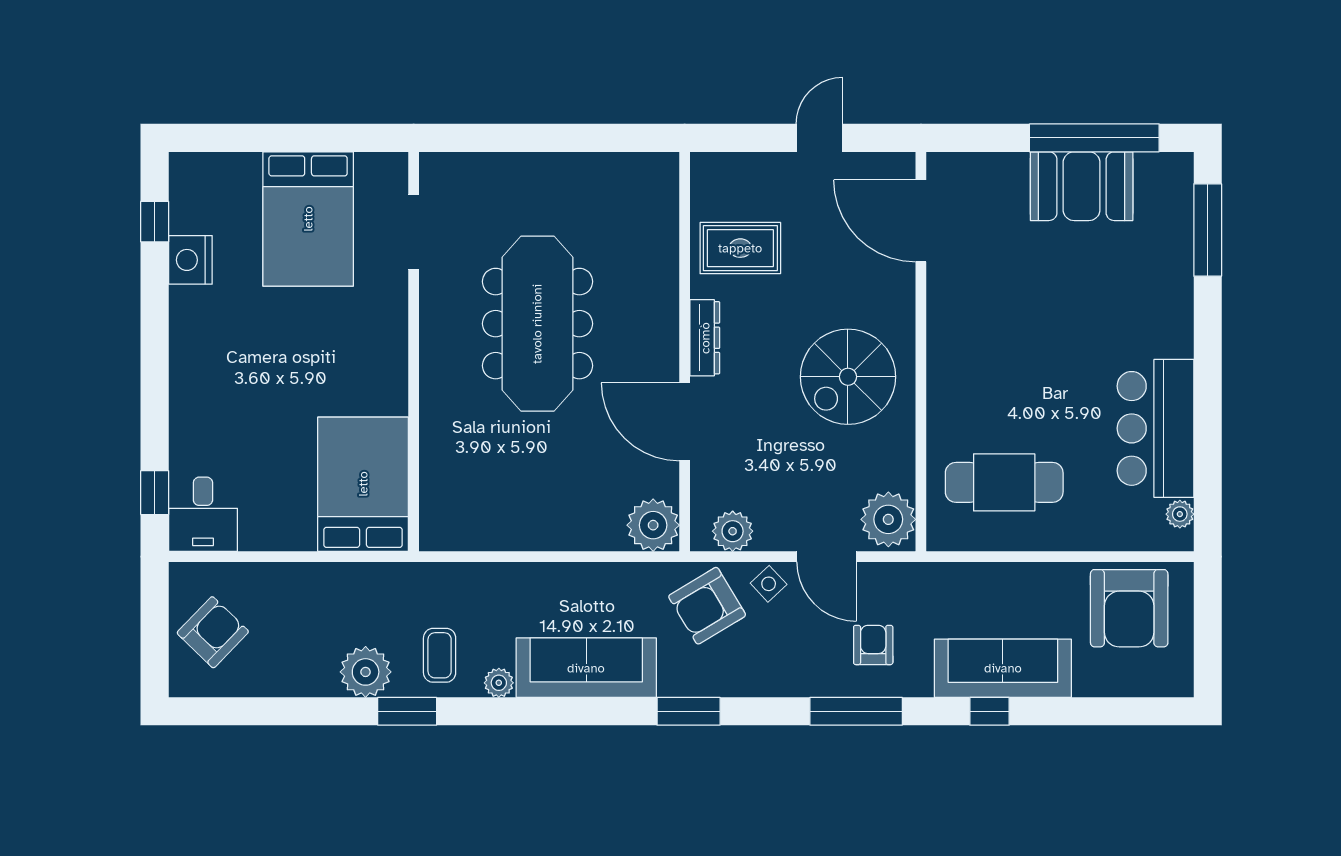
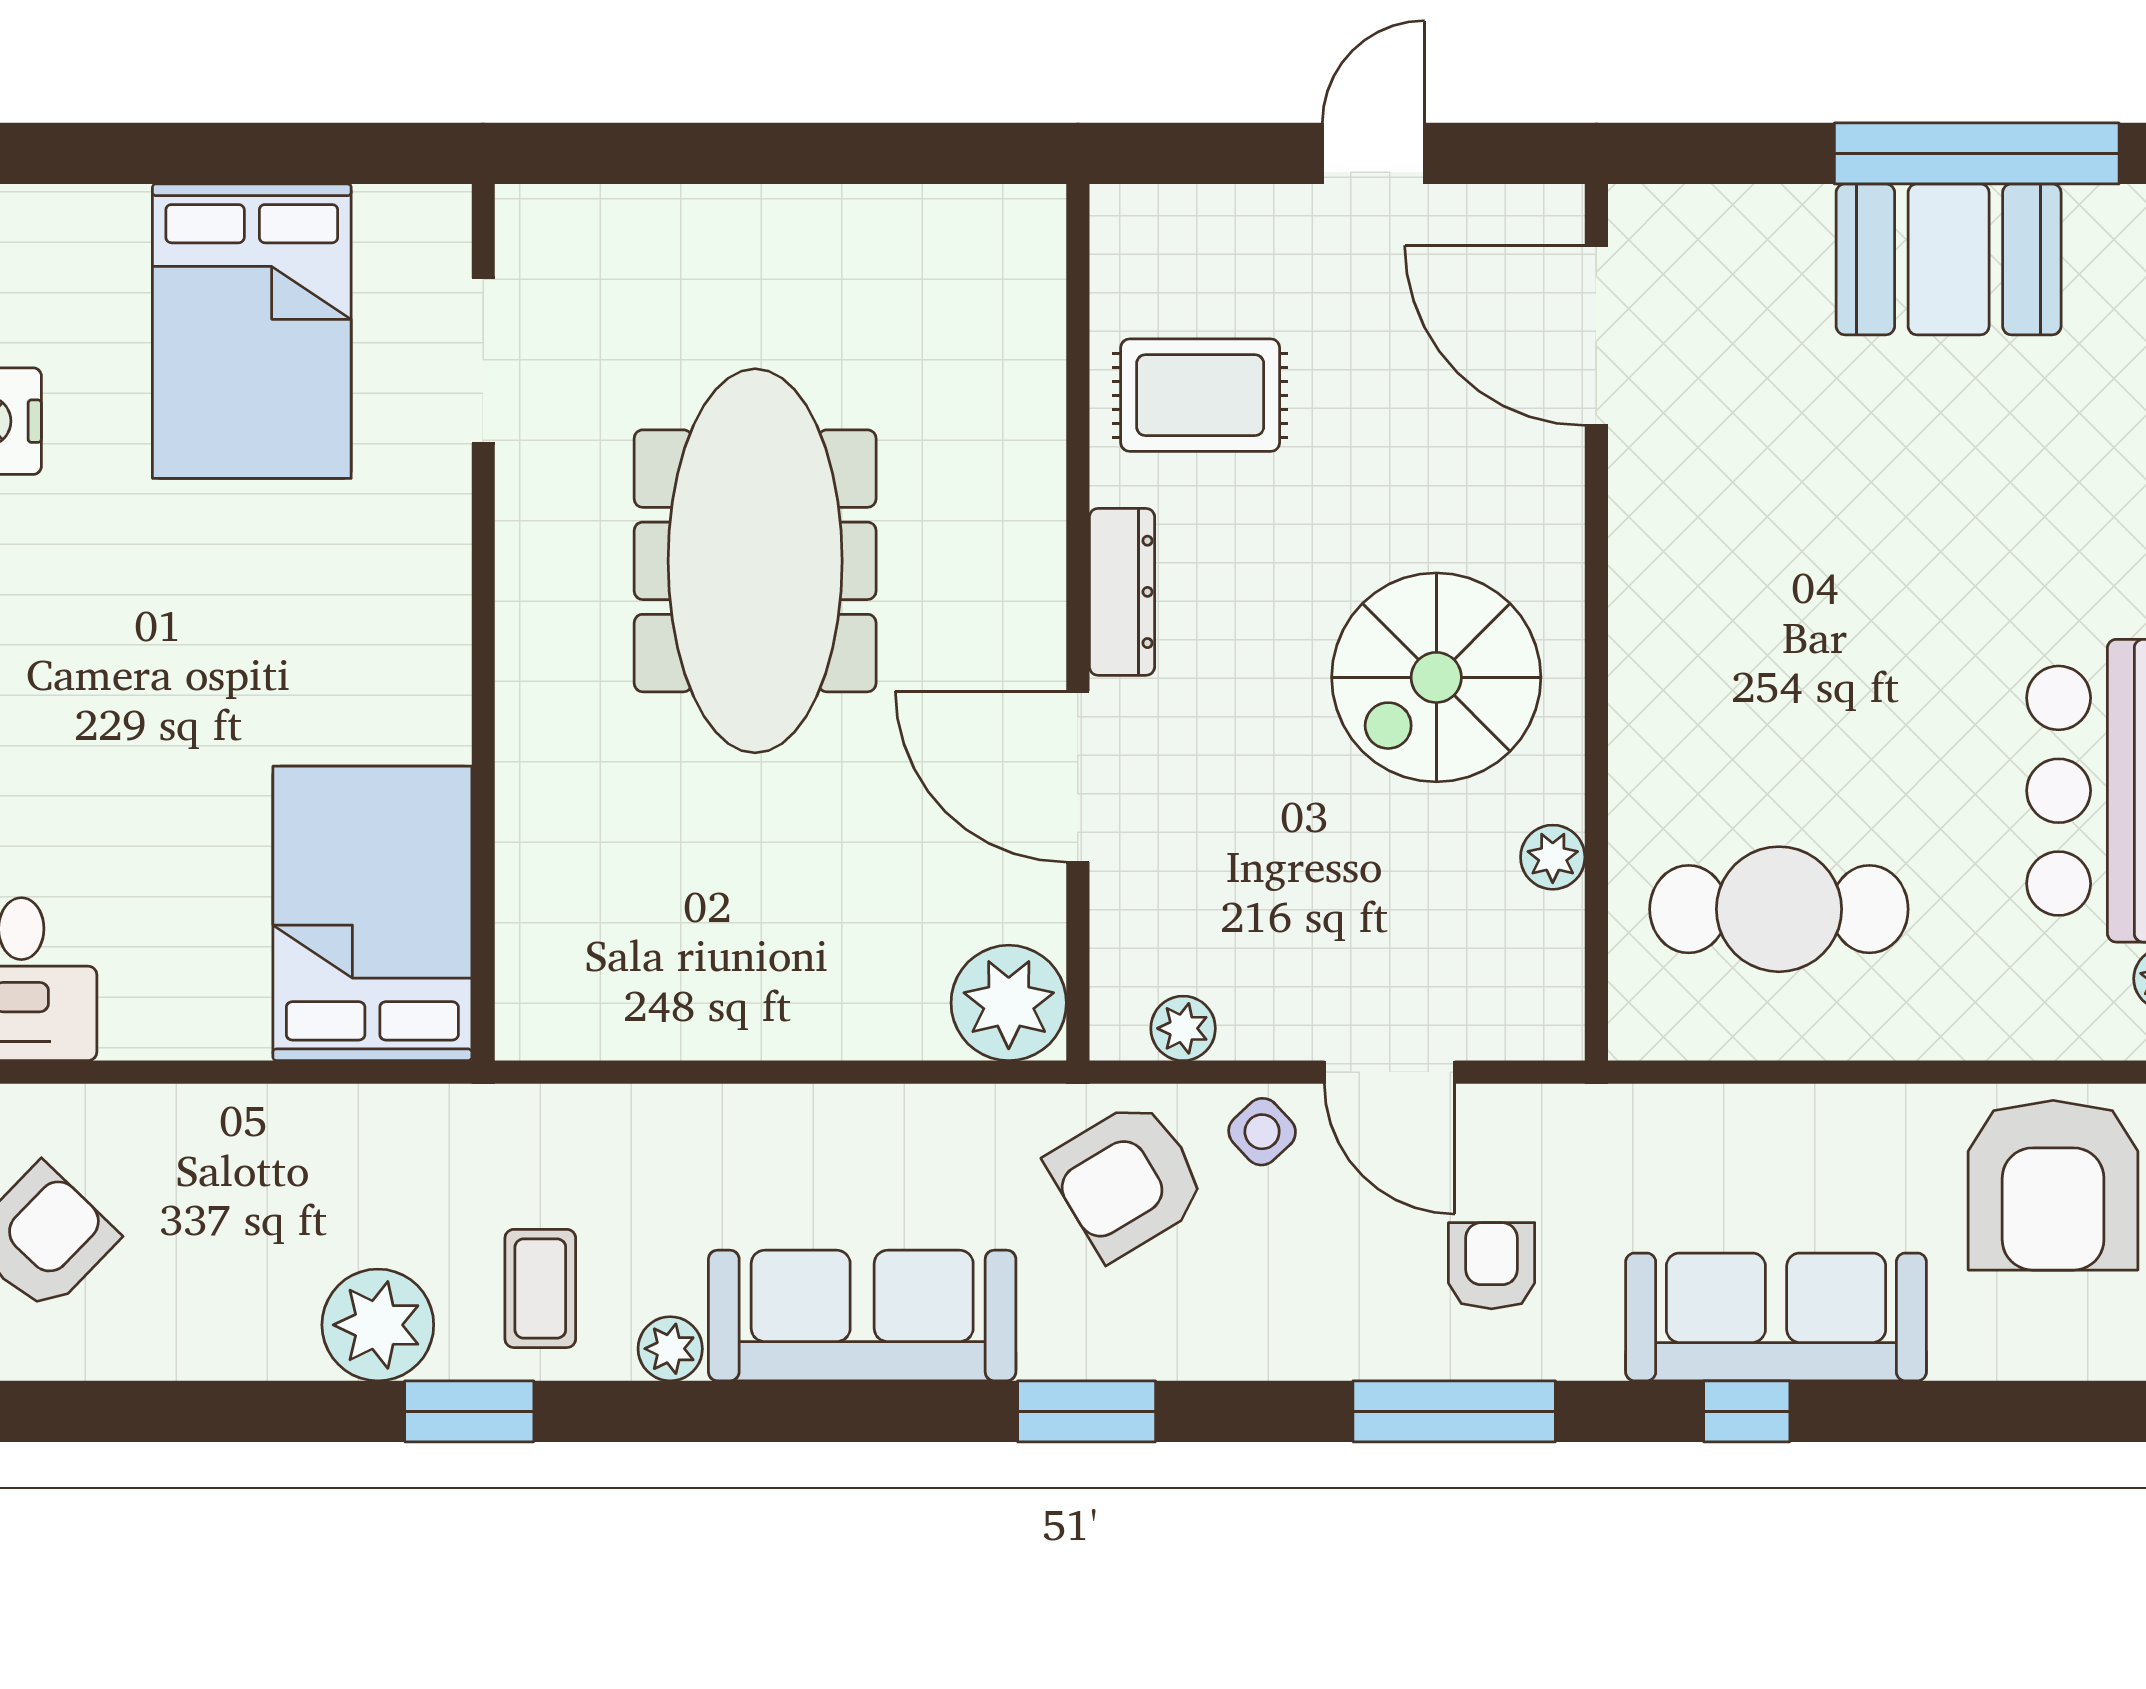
plant: (888, 519) -> (1553, 857), moved, width x0.53, depth x0.53
plant: (733, 531) -> (1183, 1028), width x0.73, depth x0.73

